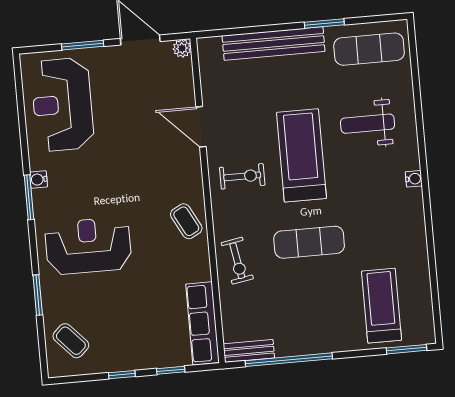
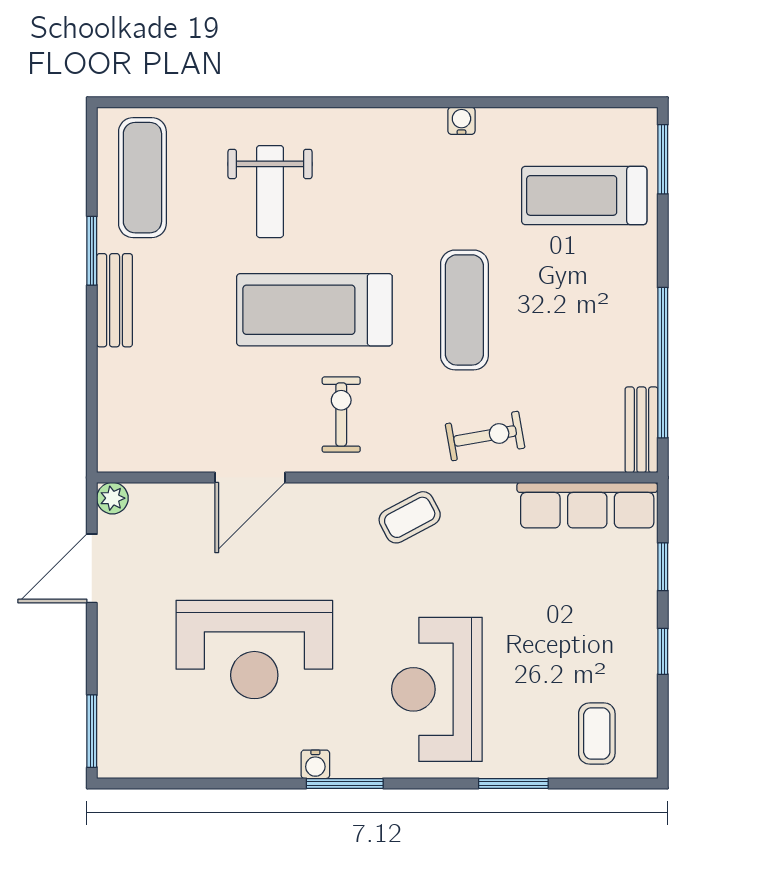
bench: (274, 44) -> (115, 300), width x0.54, depth x0.82
window: (83, 45) -> (92, 731), moved
reception desk: (62, 105) -> (254, 650), moved
water cooler: (414, 179) -> (461, 121), moved
coffee table: (71, 341) -> (597, 733), turned -47

